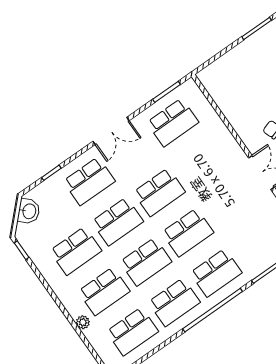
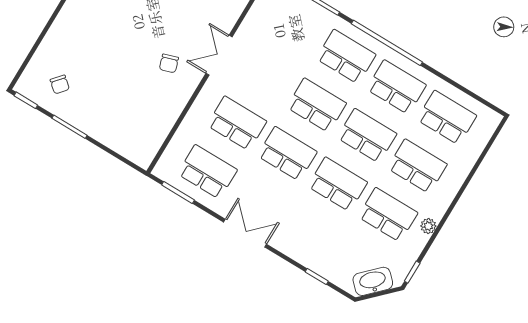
school desk: (89, 181) -> (237, 123), moved
washbasin: (29, 211) -> (373, 281), width x1.38
plant: (83, 322) -> (428, 226), moved

